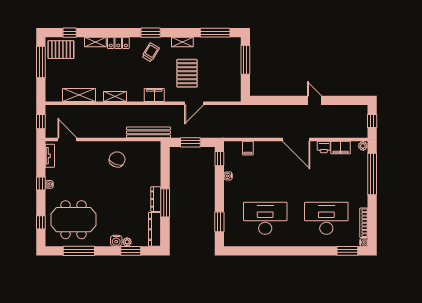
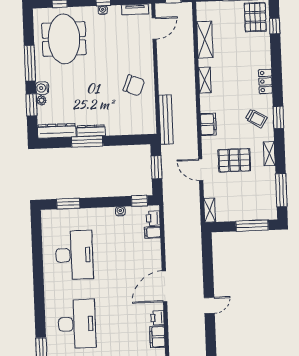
shelving: (95, 42) -> (210, 210), moved
printer: (235, 147) -> (153, 218), added
window: (79, 251) -> (30, 63), moved

